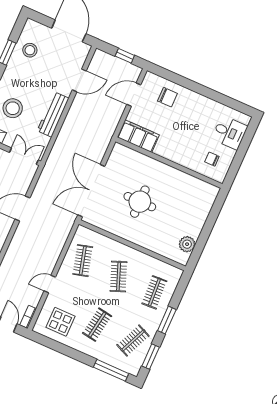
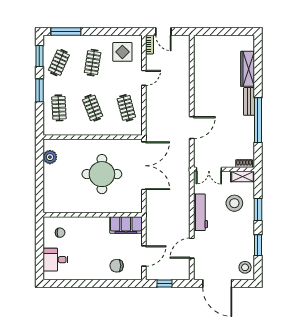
stool: (30, 50) -> (245, 267), moved
round table: (140, 202) -> (102, 174), width x1.36, depth x1.36

